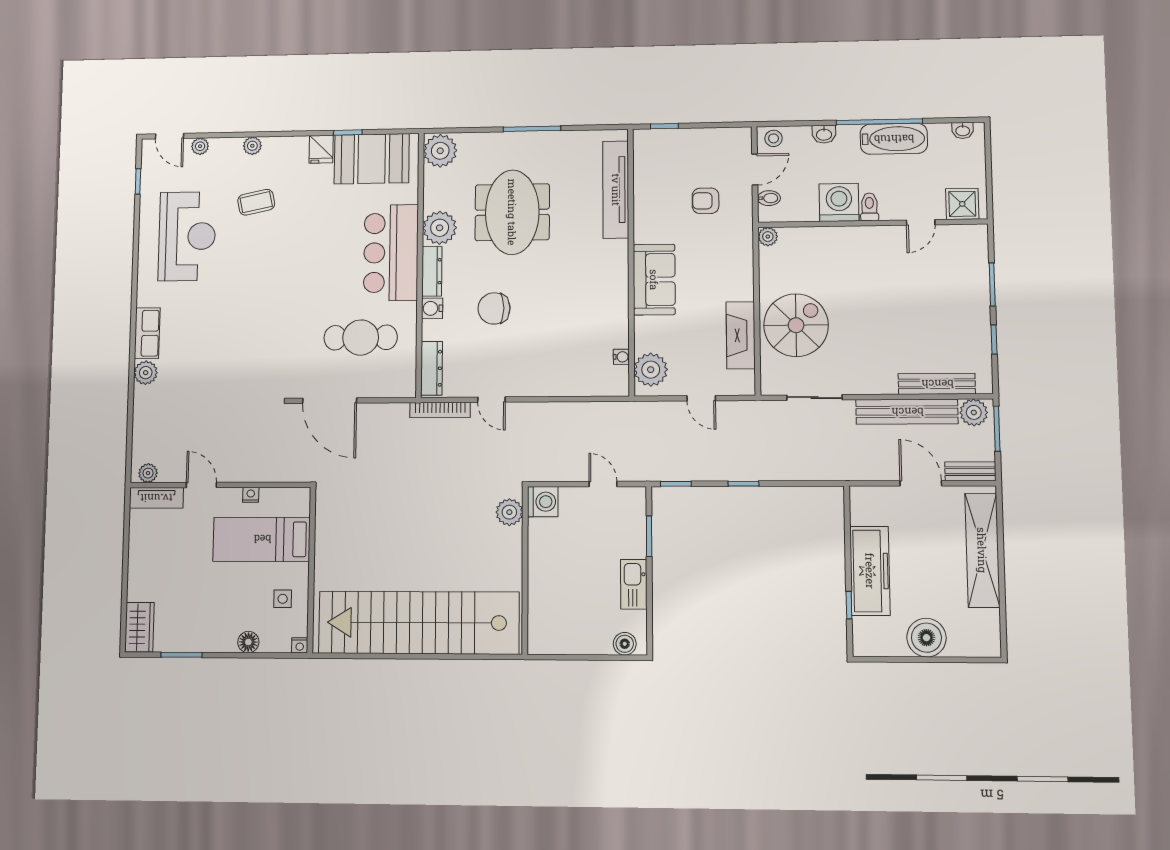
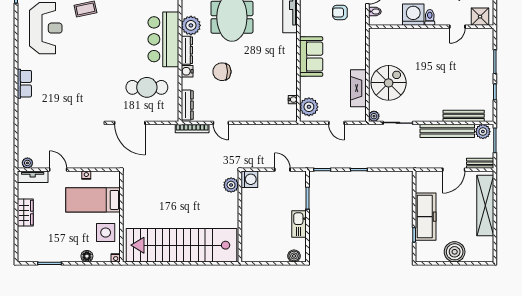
plant: (768, 237) -> (374, 116), moved
plant: (146, 373) -> (24, 106), removed
door: (921, 483) -> (454, 170), swing flipped
side table: (283, 599) -> (106, 233), width x1.87, depth x1.87
wardrobe: (139, 627) -> (25, 213), moved

